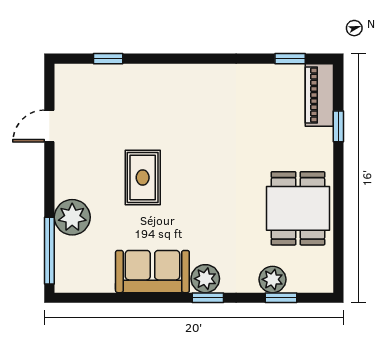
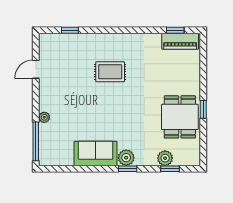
piano: (319, 95) -> (180, 41), moved, turned -90
window: (338, 126) -> (203, 109), moved
rug: (143, 178) -> (110, 72), moved, turned 90
plant: (72, 217) -> (44, 117), width x0.53, depth x0.53

